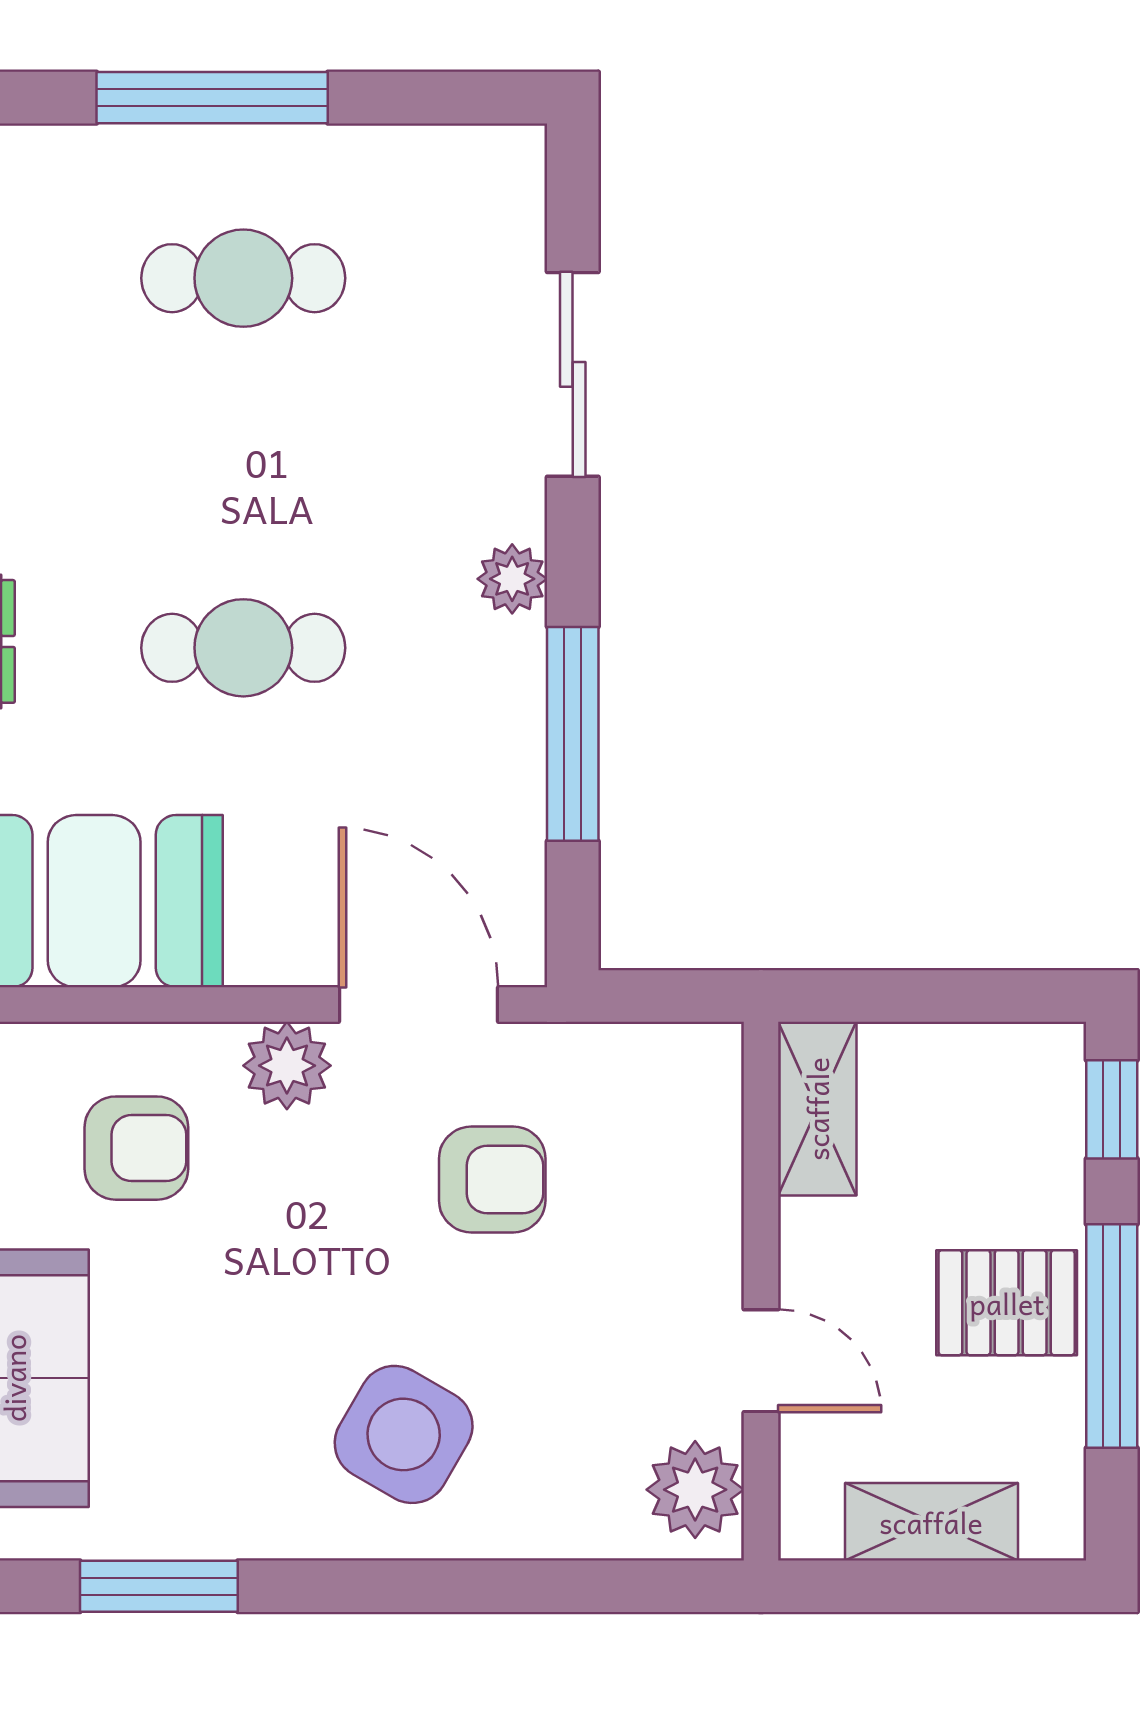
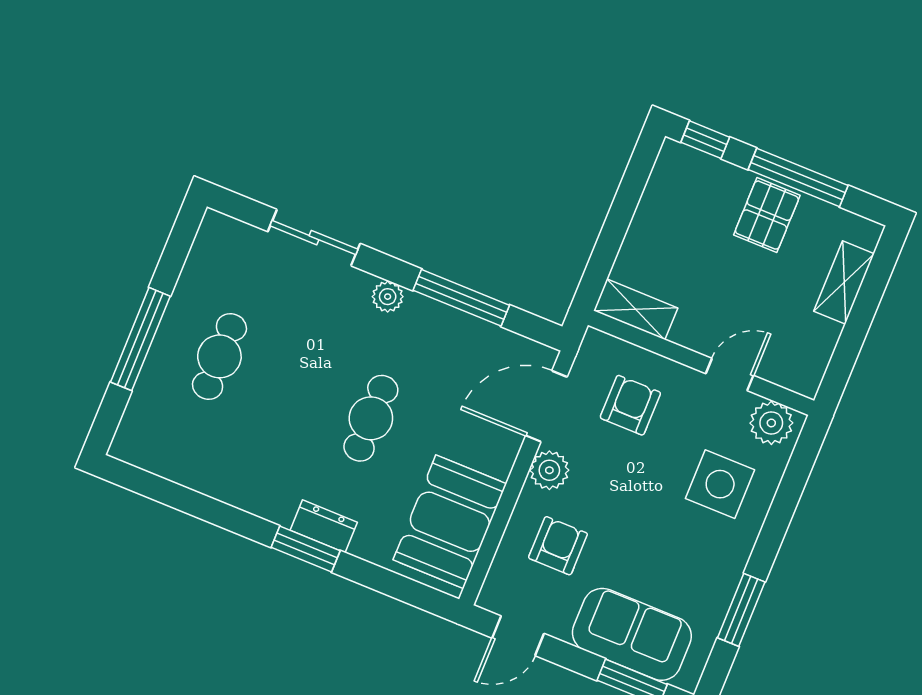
shelving: (817, 1109) -> (636, 309), moved
wall: (761, 1291) -> (701, 363), moved
door: (761, 1361) -> (730, 375), moved
side table: (404, 1434) -> (720, 484), turned -30
plant: (695, 1490) -> (771, 423), moved

